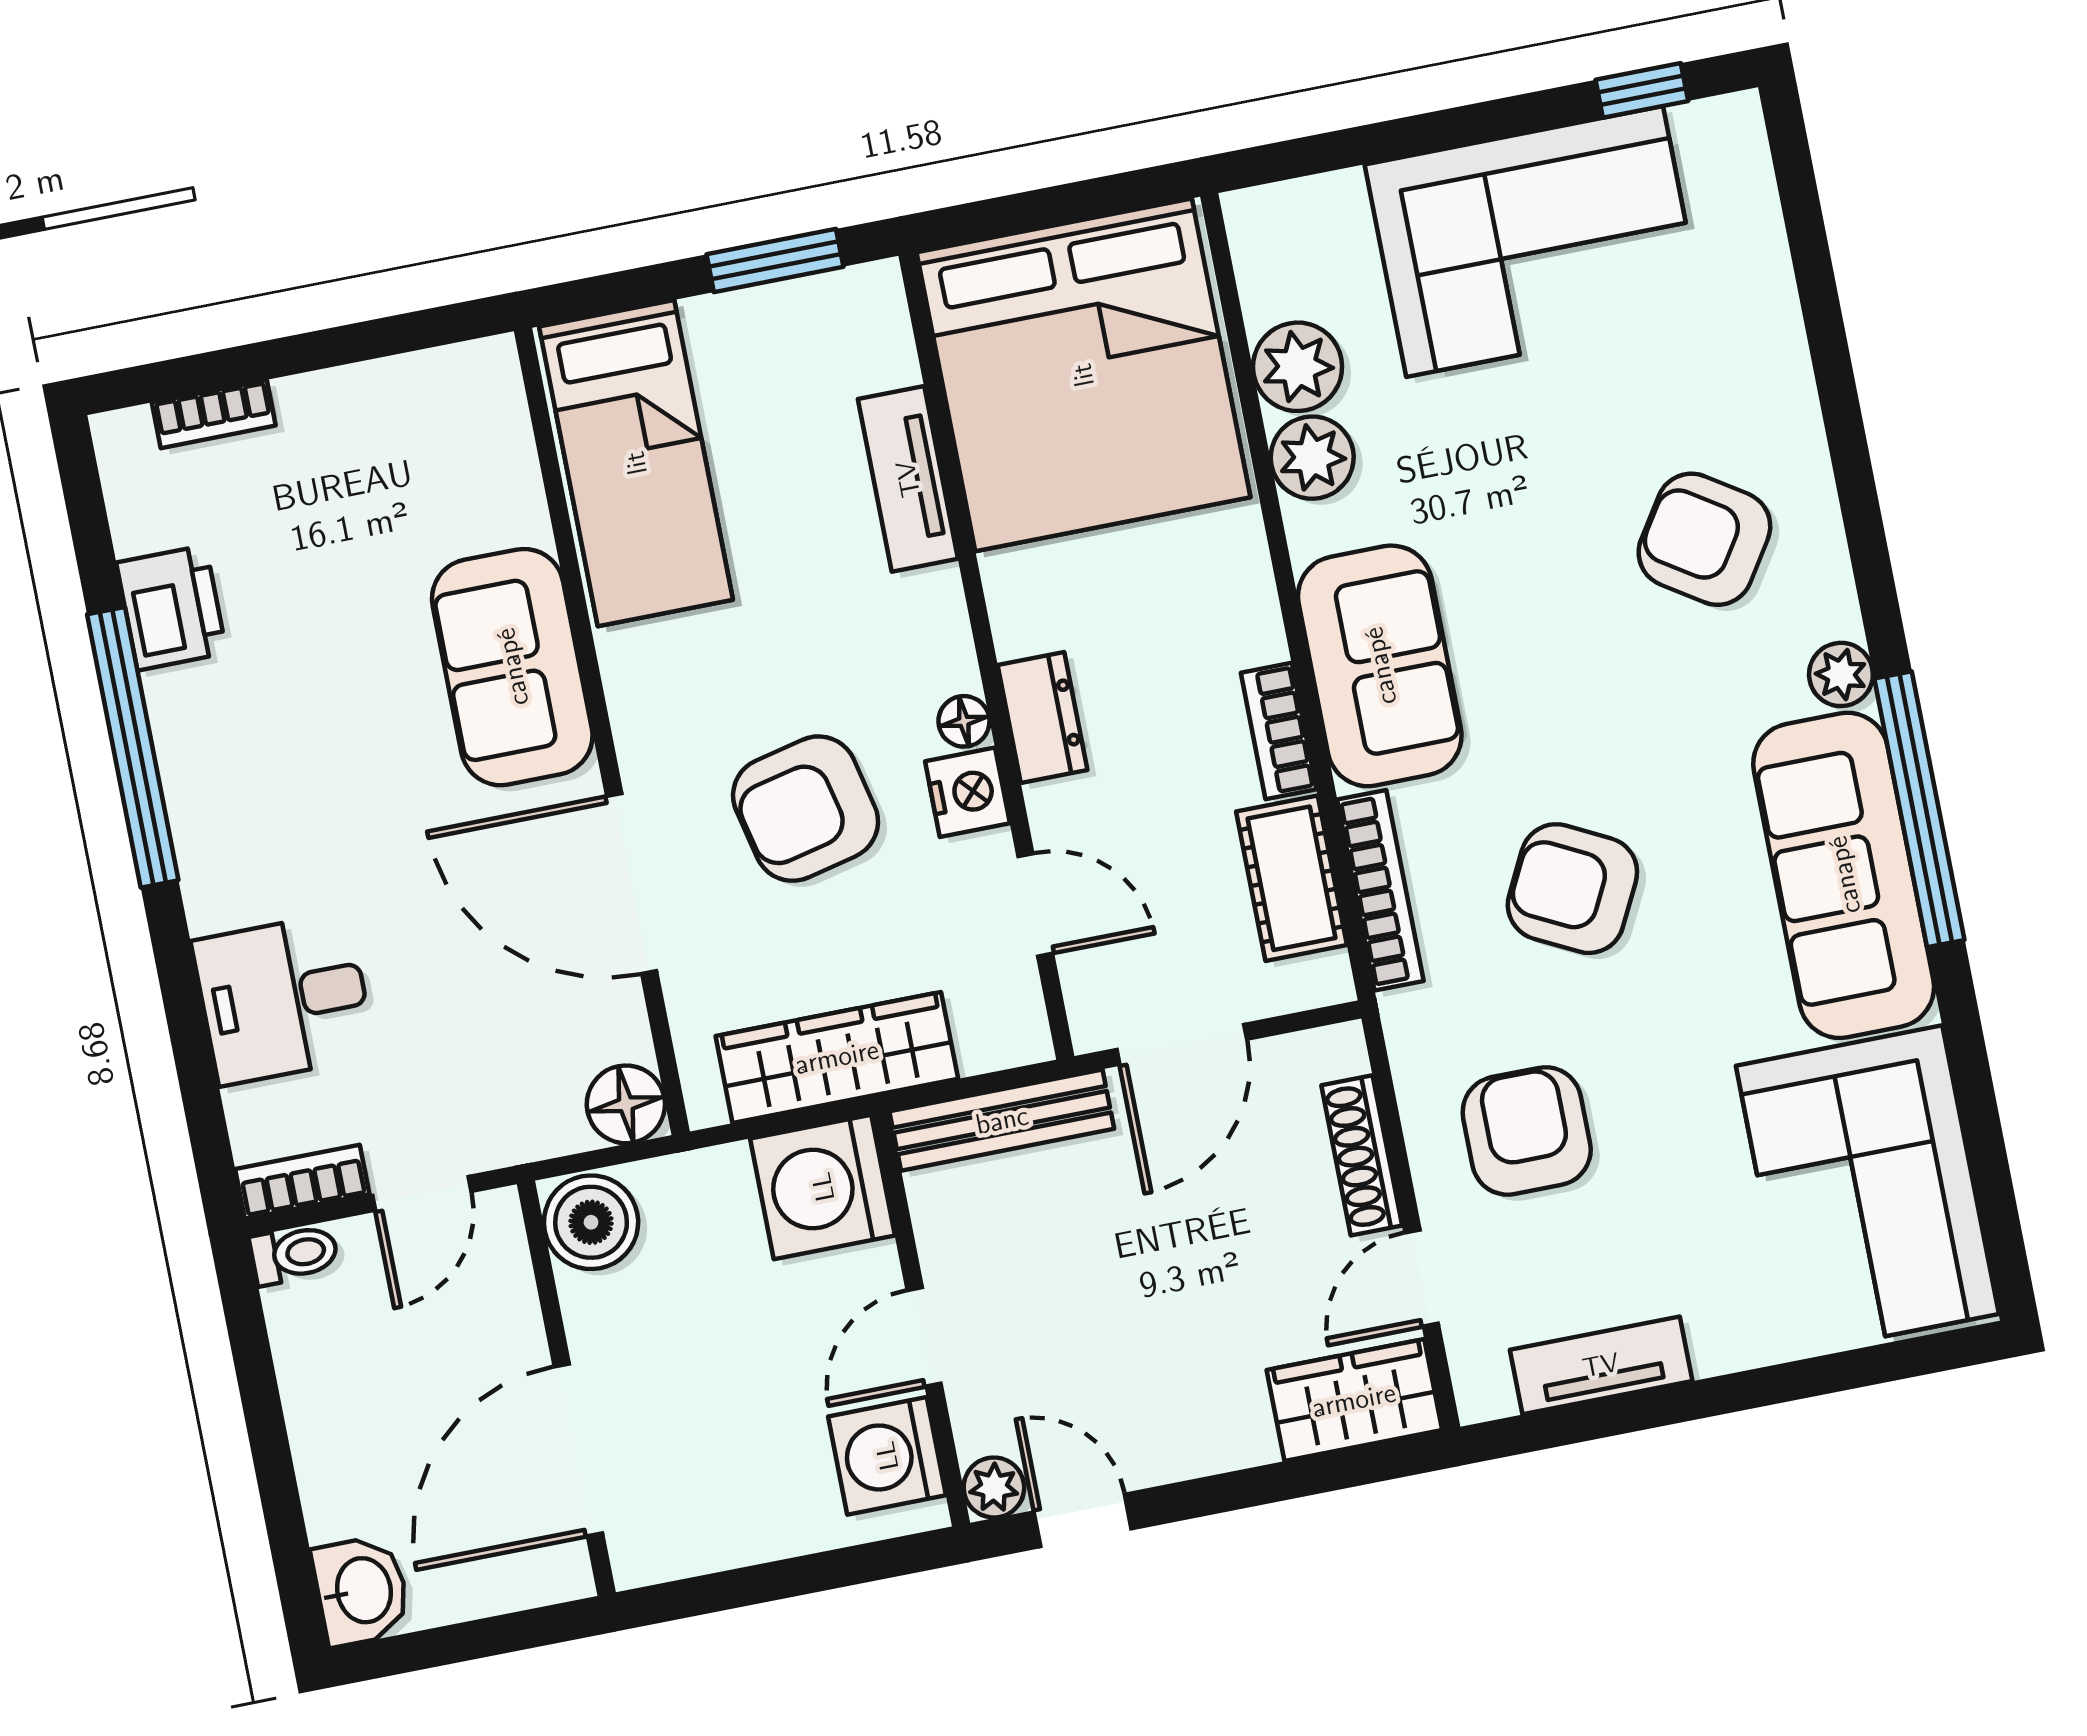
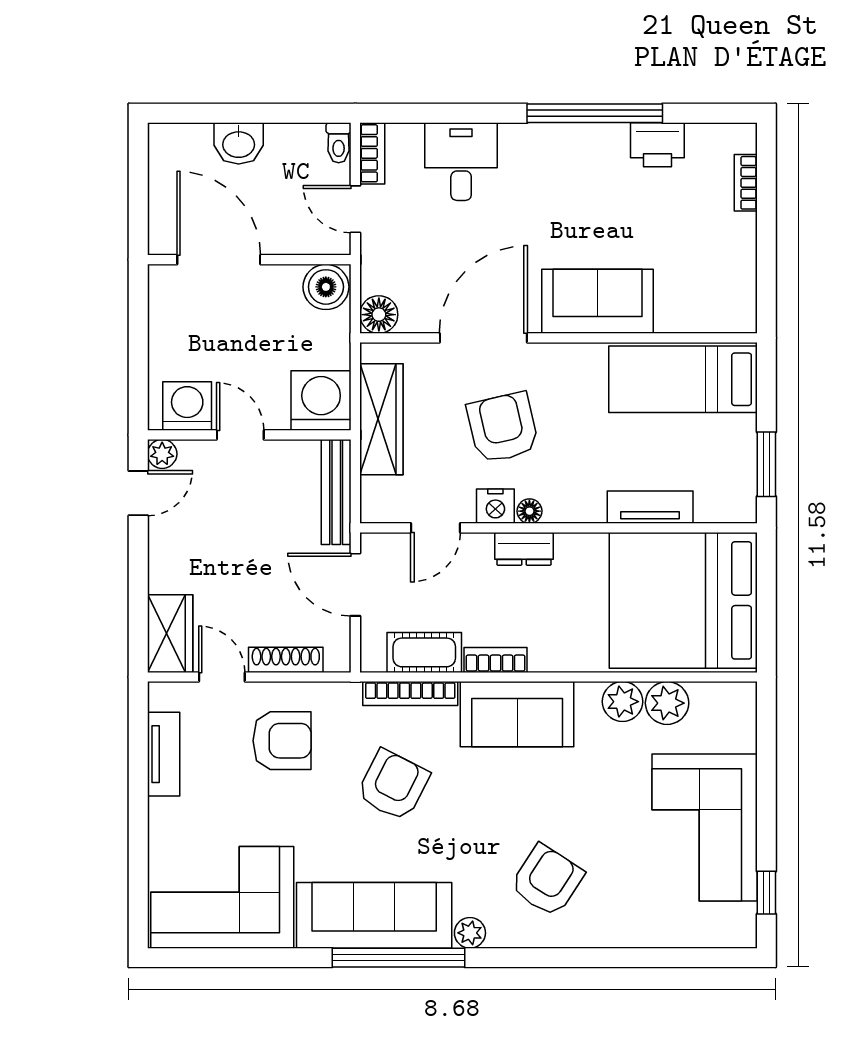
washbasin: (361, 1591) -> (239, 143), moved

